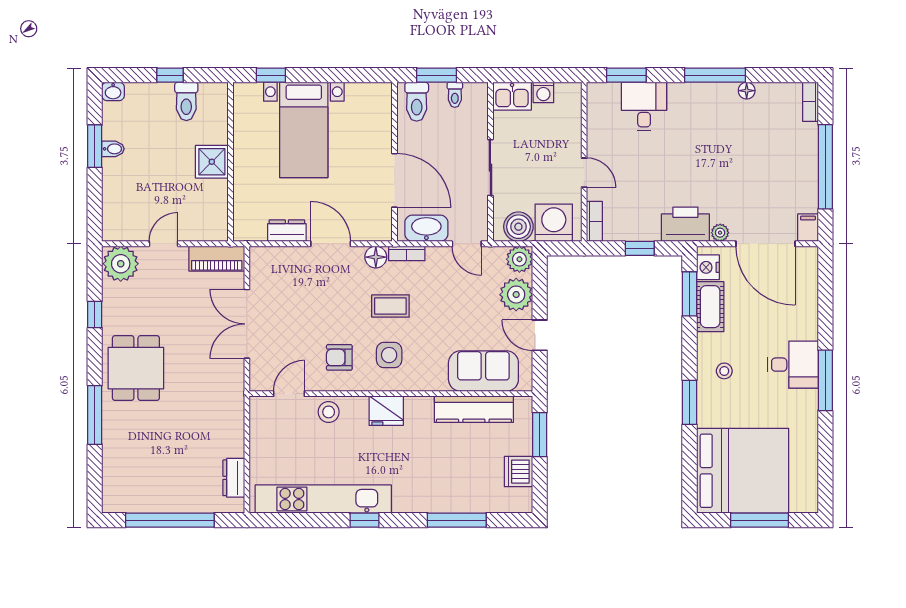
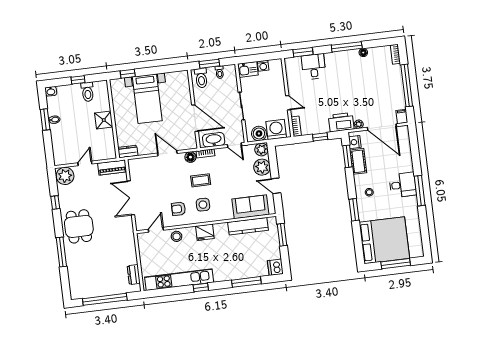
dresser: (287, 231) -> (128, 152), moved
dishwasher: (518, 472) -> (275, 267), moved

